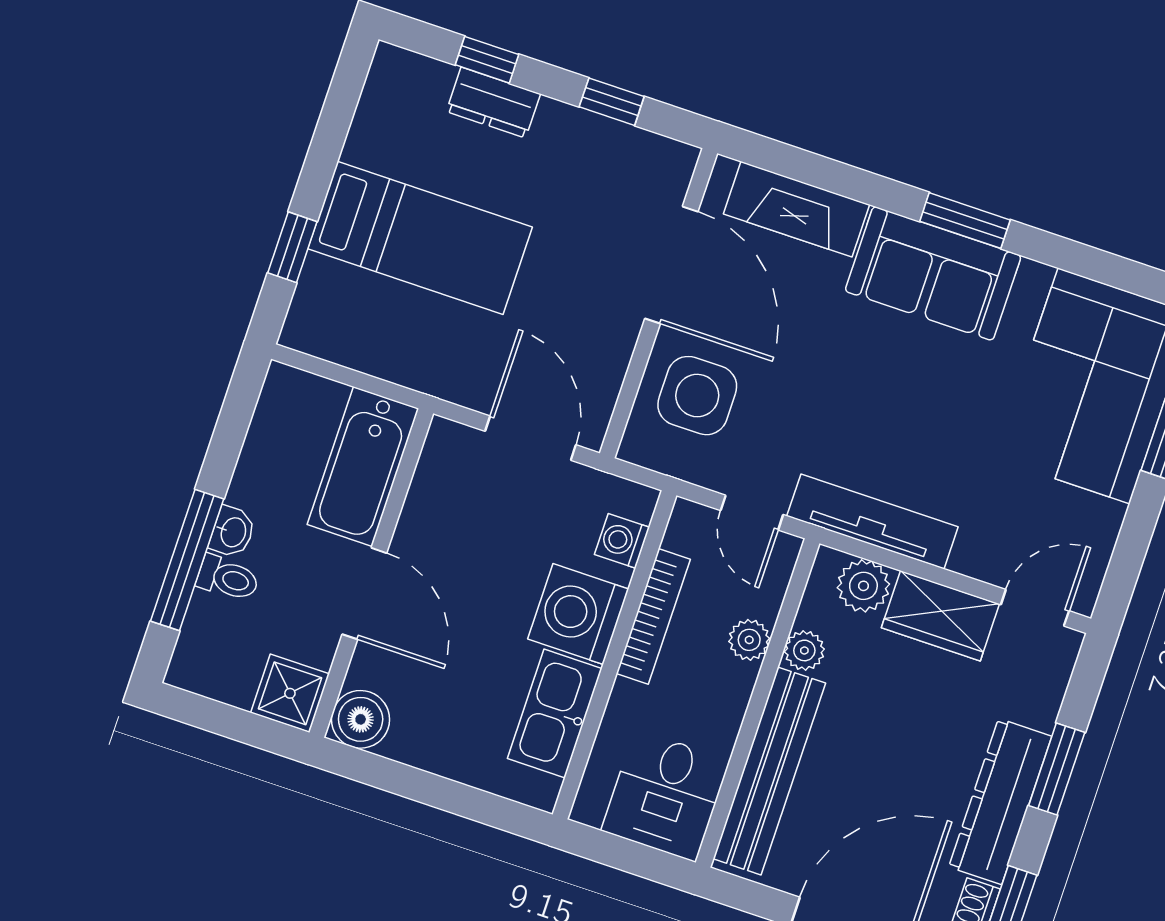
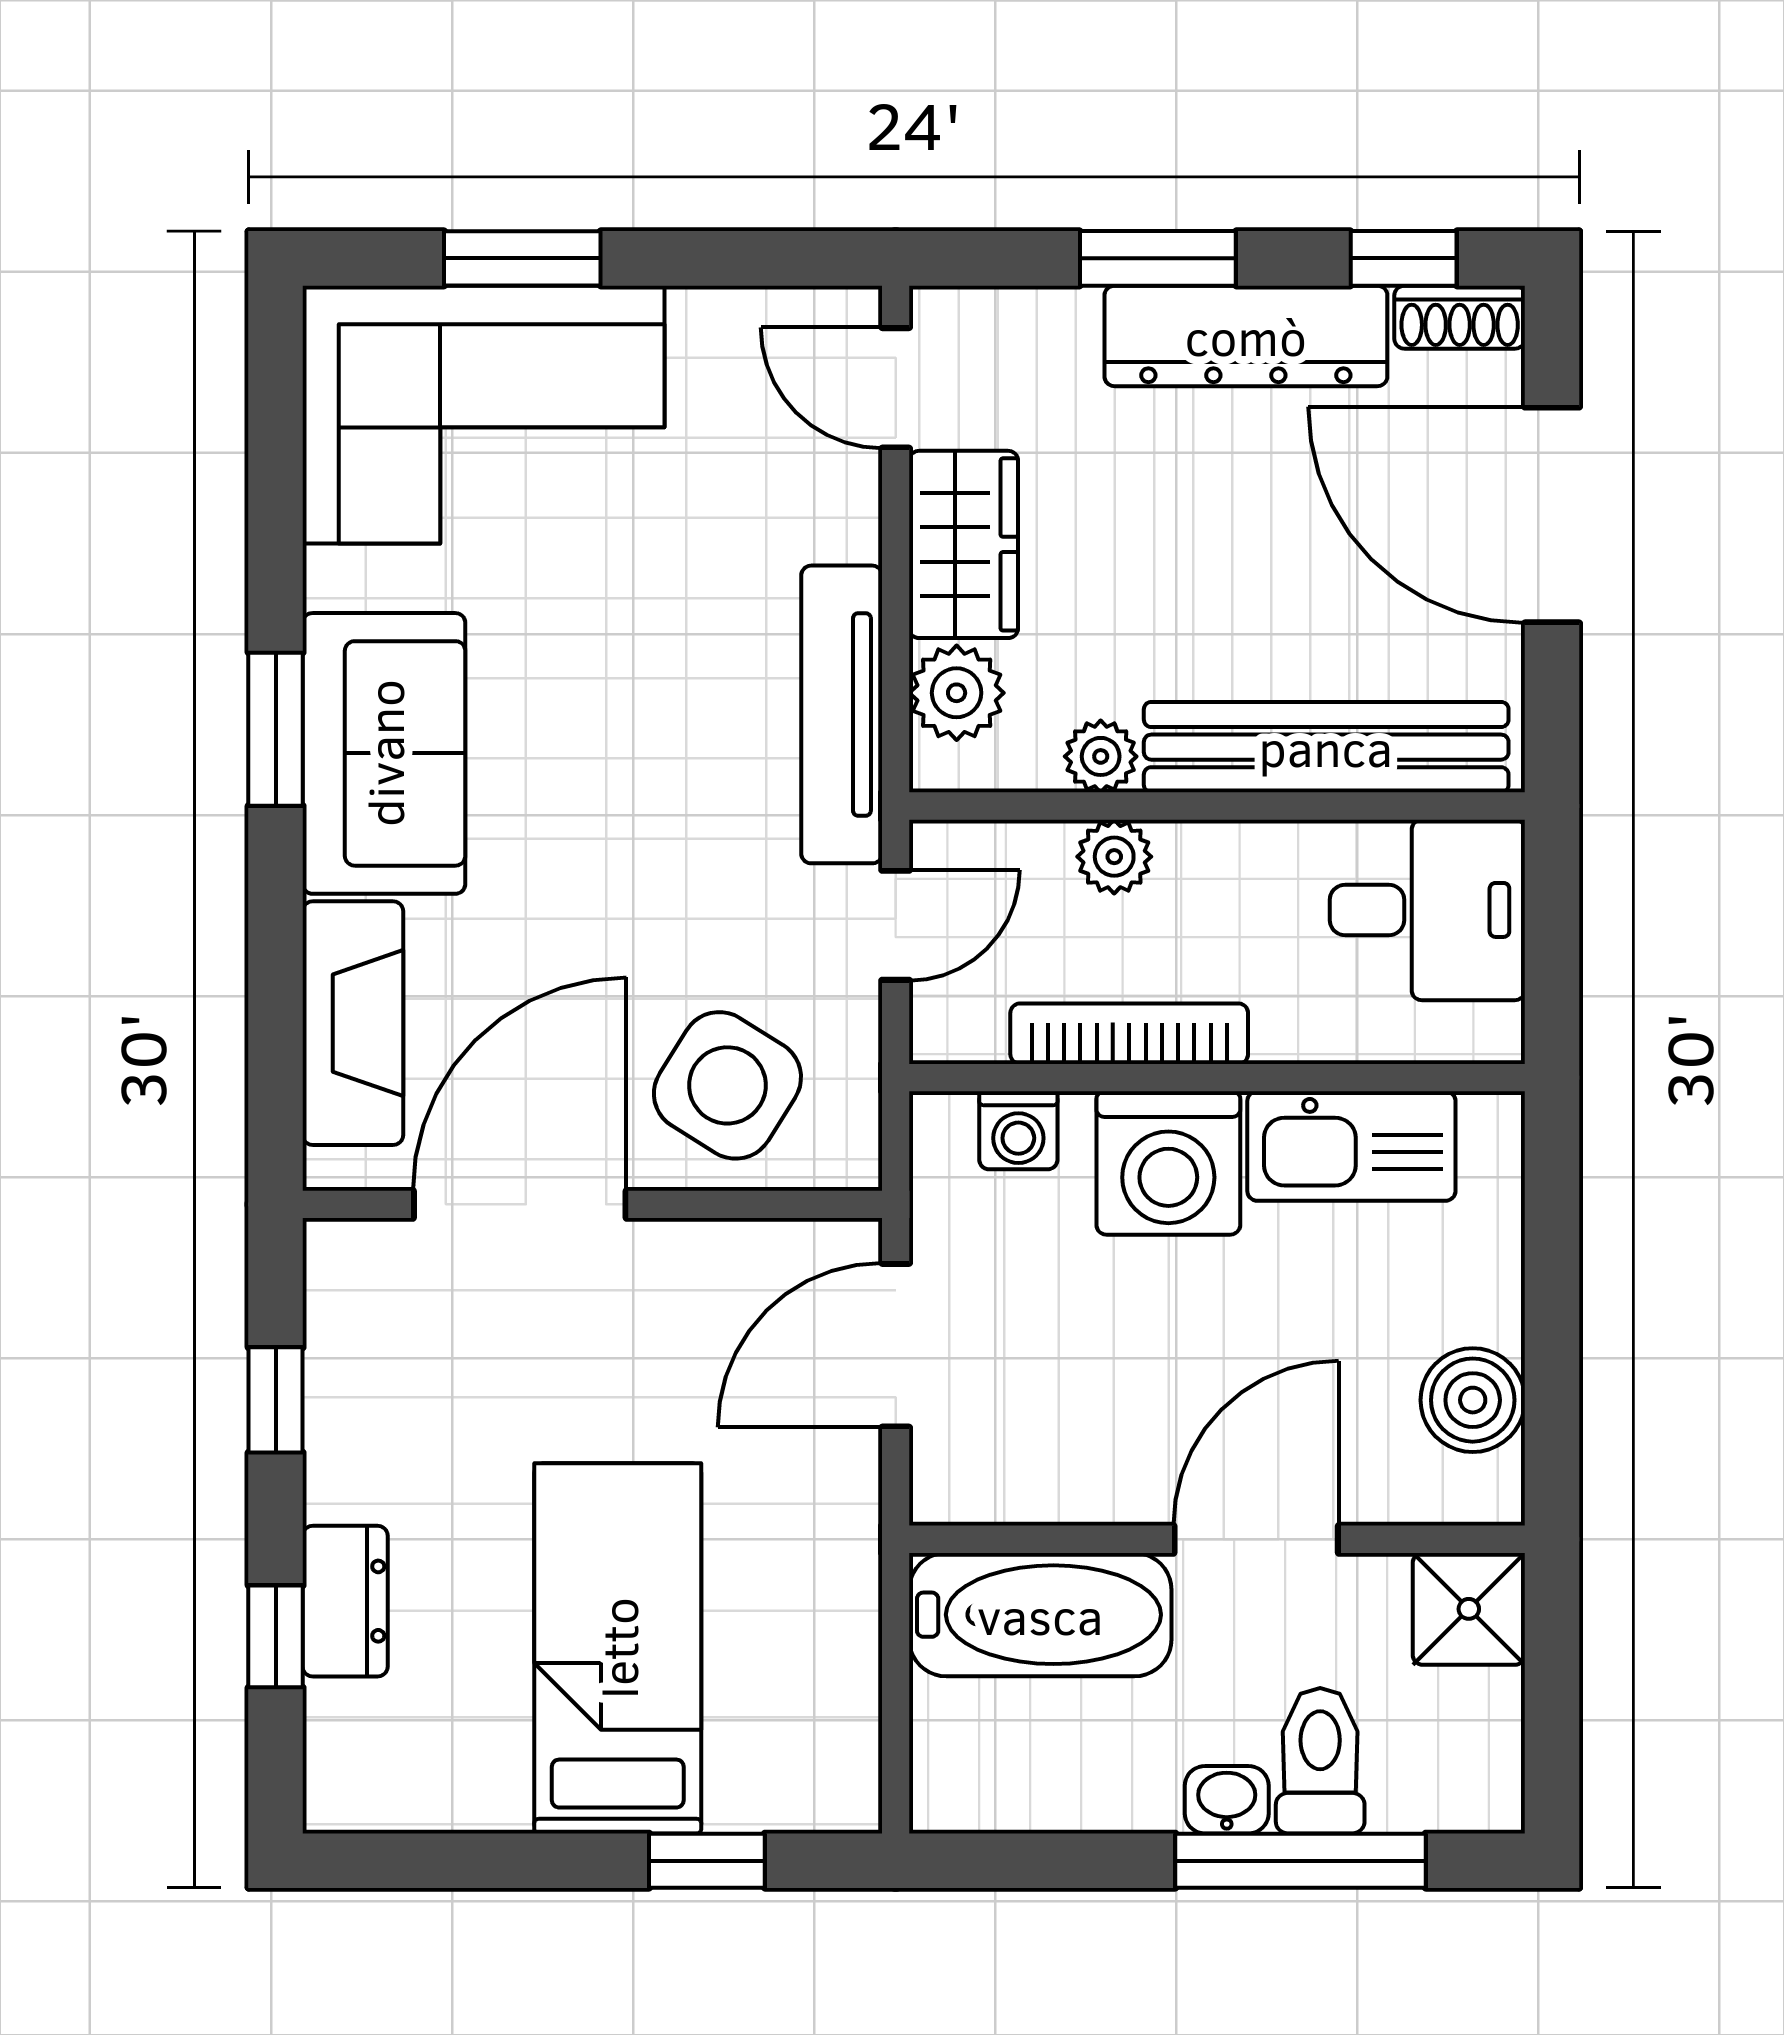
side table: (697, 396) -> (727, 1085), turned 32
toilet: (228, 578) -> (1320, 1761), width x1.37, depth x1.39
boiler: (361, 719) -> (1473, 1400), moved

